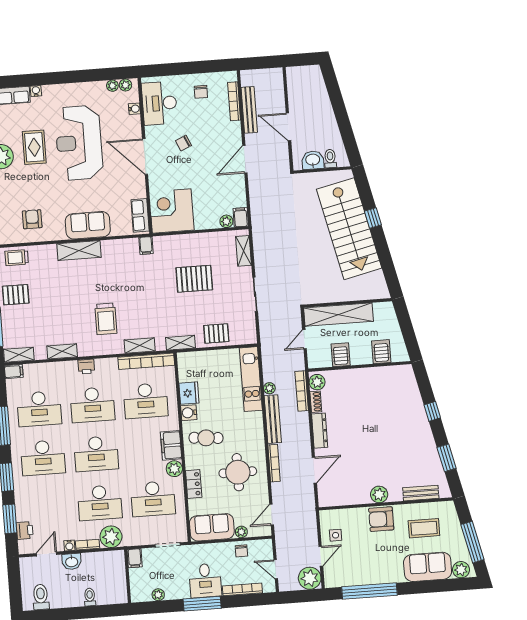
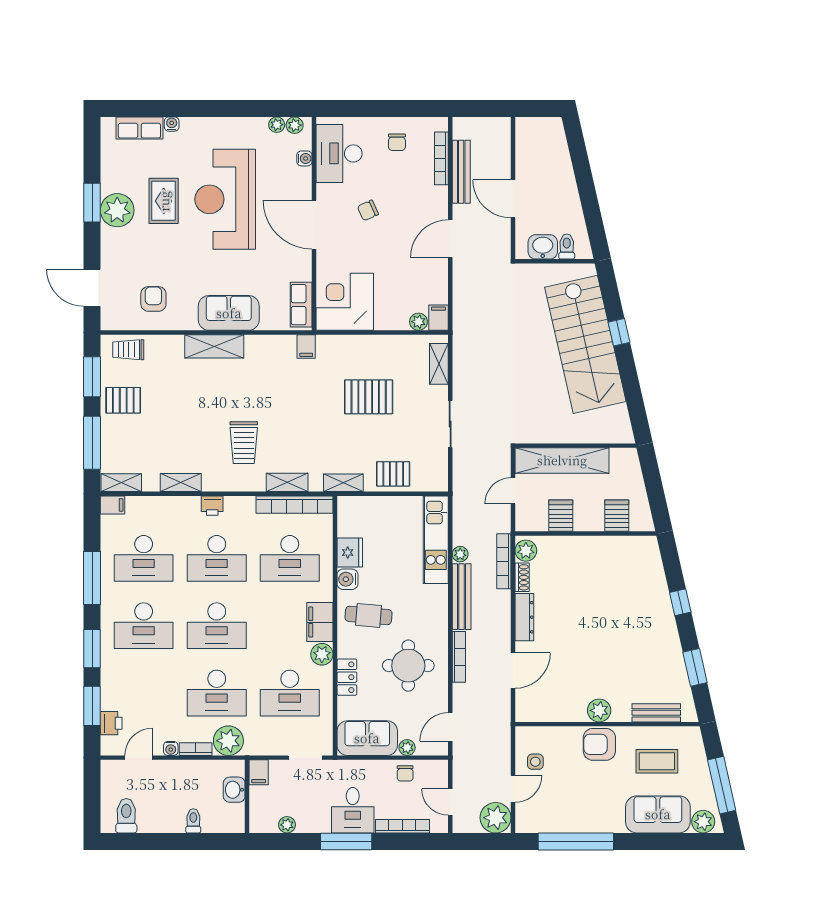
washbasin: (72, 562) -> (234, 790), moved, turned 90

